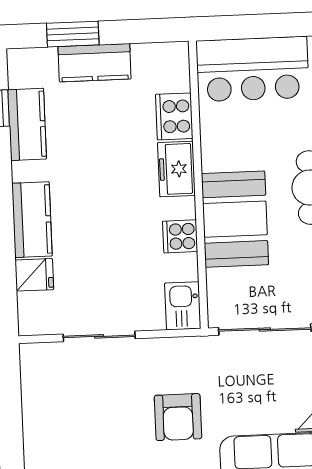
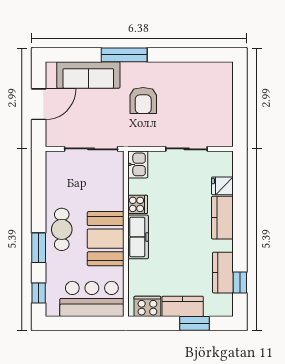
cooker: (174, 116) -> (147, 306), moved, turned -90
freezer: (176, 169) -> (138, 237), width x1.40
booth: (235, 219) -> (106, 239), moved
armchair: (178, 417) -> (143, 100), turned 180

